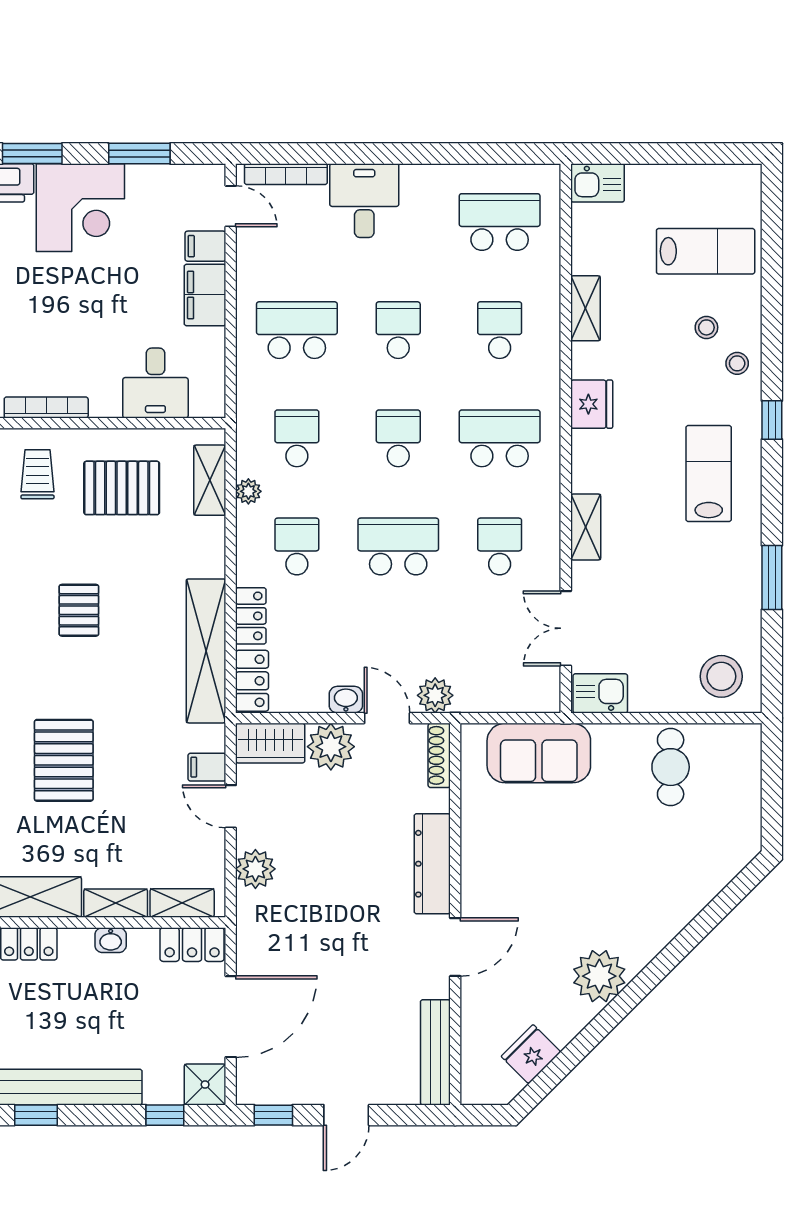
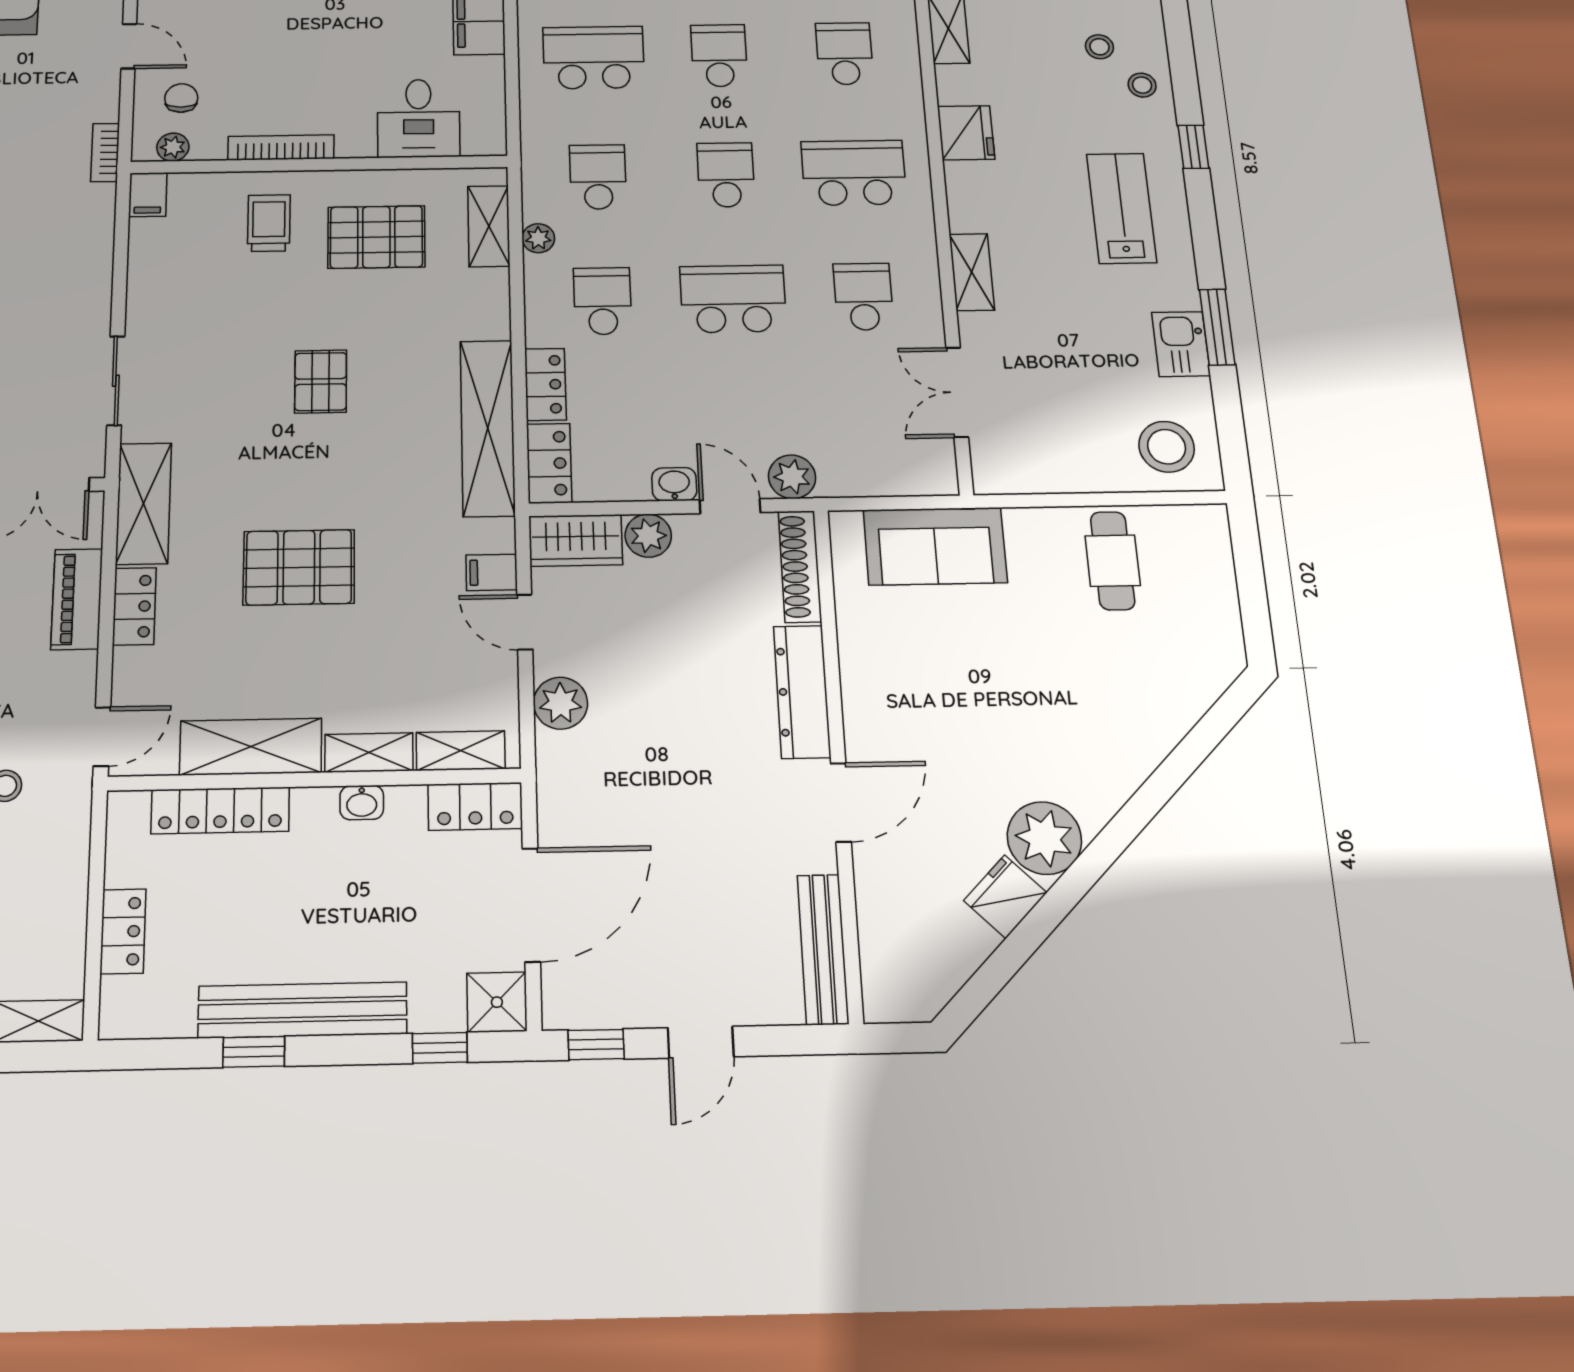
kitchen sink: (600, 693) -> (1181, 344), moved, turned -90
plant: (331, 747) -> (648, 536), width x0.73, depth x0.73
shoe rack: (439, 755) -> (800, 566), width x1.36, depth x1.24
pallet: (64, 760) -> (299, 567), turned 90
fridge: (531, 1054) -> (1005, 897), moved

